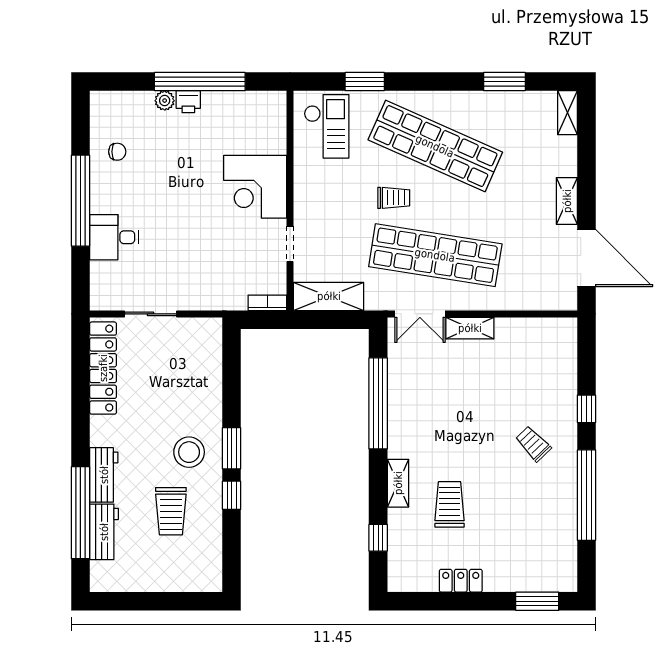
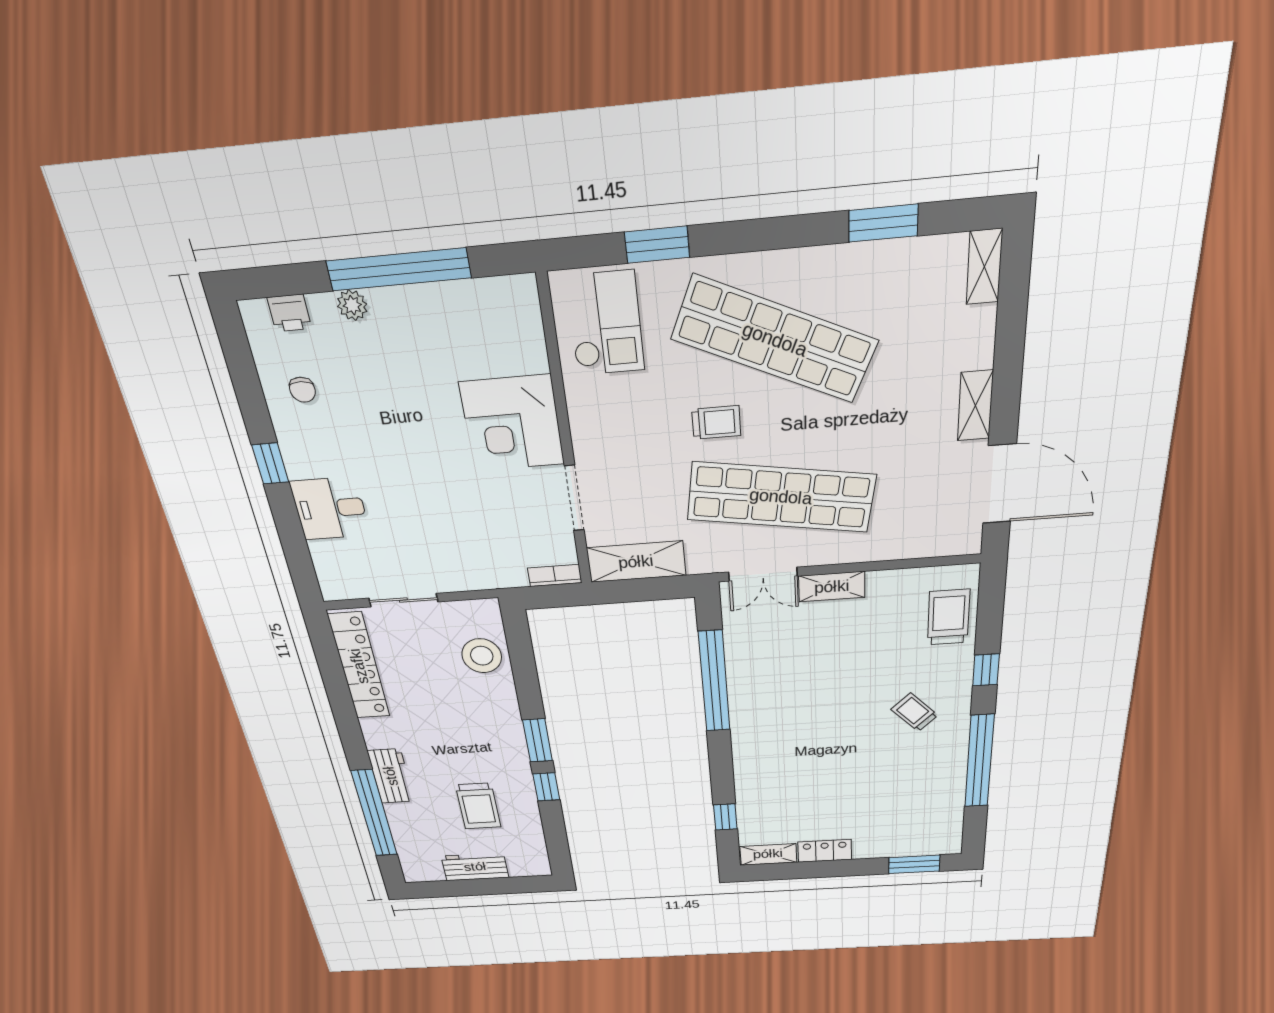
printer: (188, 102) -> (289, 313), moved
chair: (117, 152) -> (302, 390), turned 92
window: (80, 201) -> (270, 463), width x0.32
doorway: (290, 244) -> (574, 498), width x1.38
stool: (189, 452) -> (482, 656), moved
shelving: (398, 483) -> (768, 854), moved, turned 90
trolley: (450, 504) -> (948, 617), moved
workbench: (104, 532) -> (475, 867), moved, turned -90

